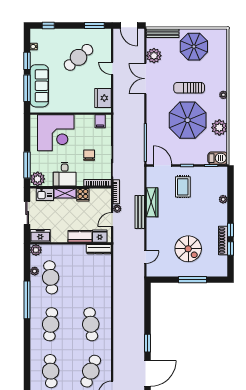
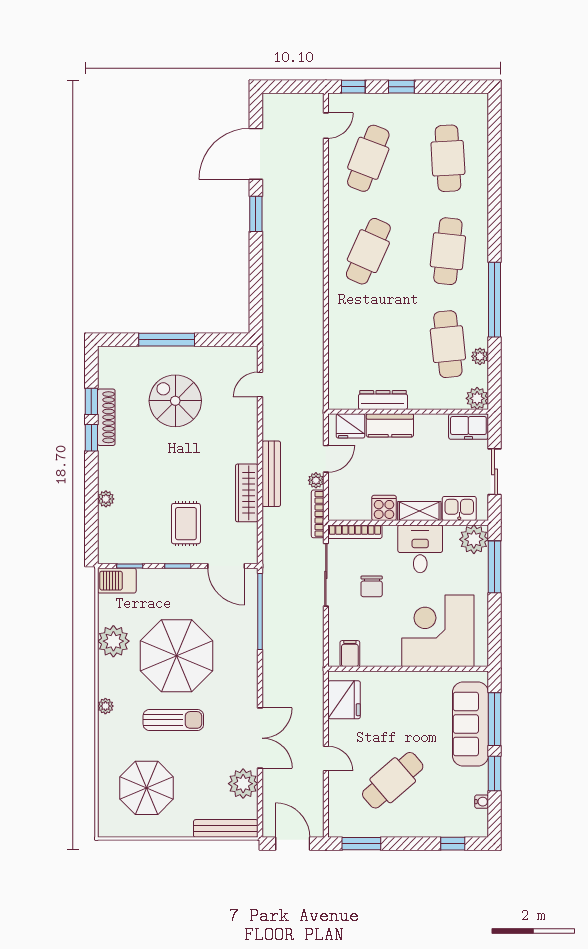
parasol: (194, 47) -> (147, 788), moved
dresser: (99, 249) -> (383, 400), moved
cafe table: (91, 324) -> (368, 251), turned 30

